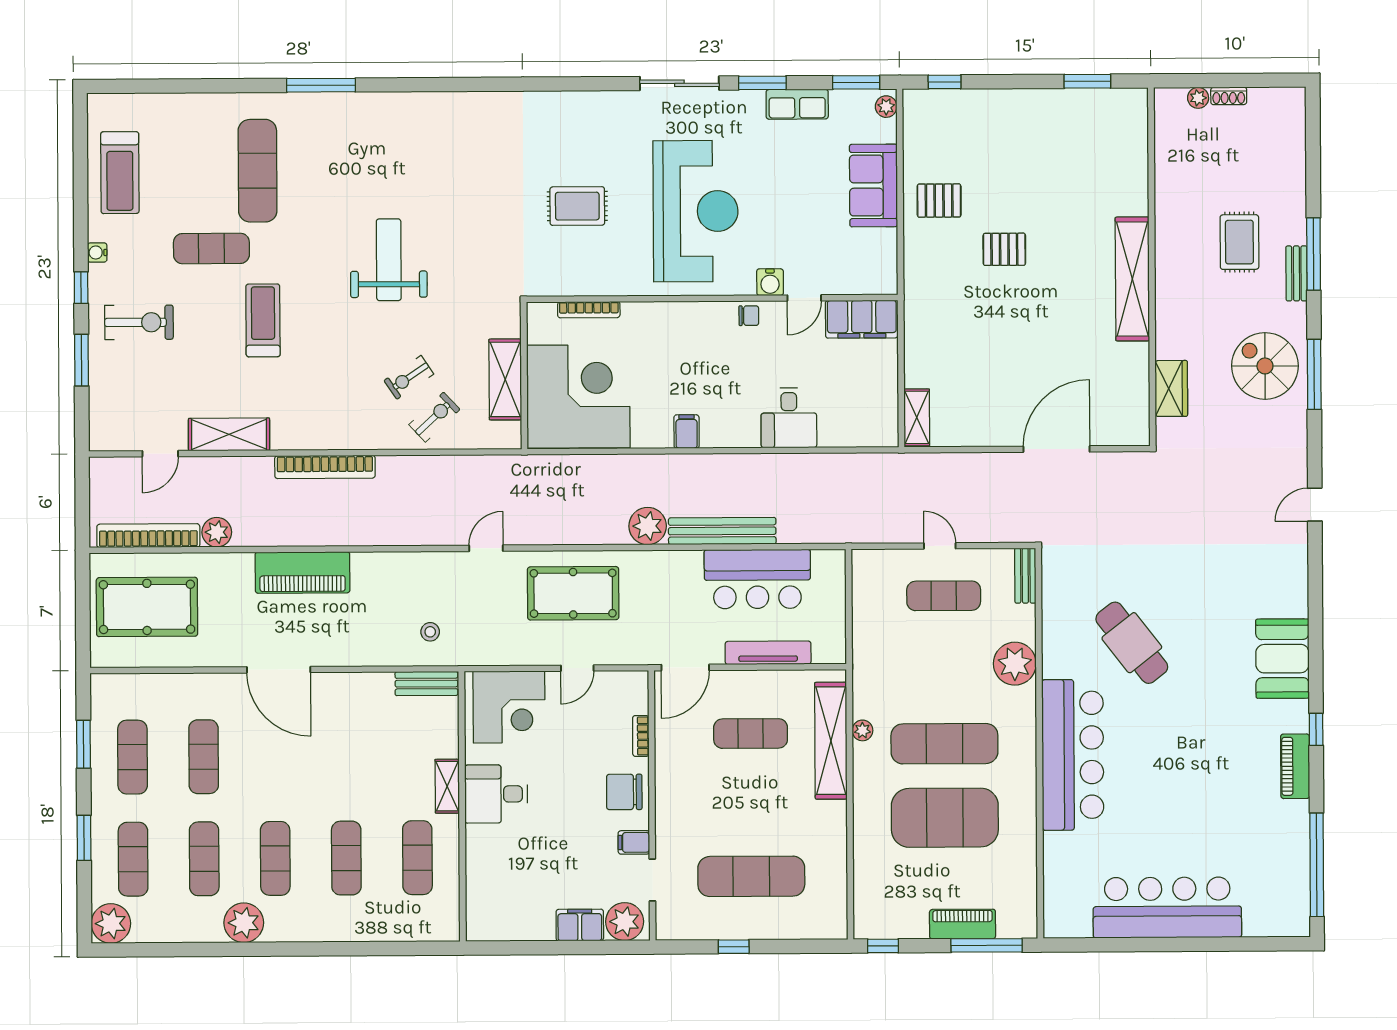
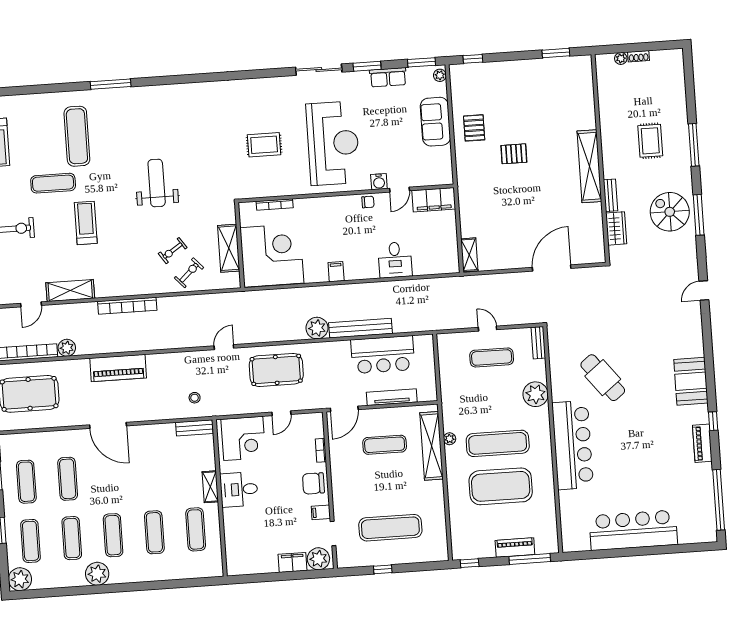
pallet: (939, 201) -> (474, 128), turned 90
bench: (1296, 273) -> (611, 195), moved

